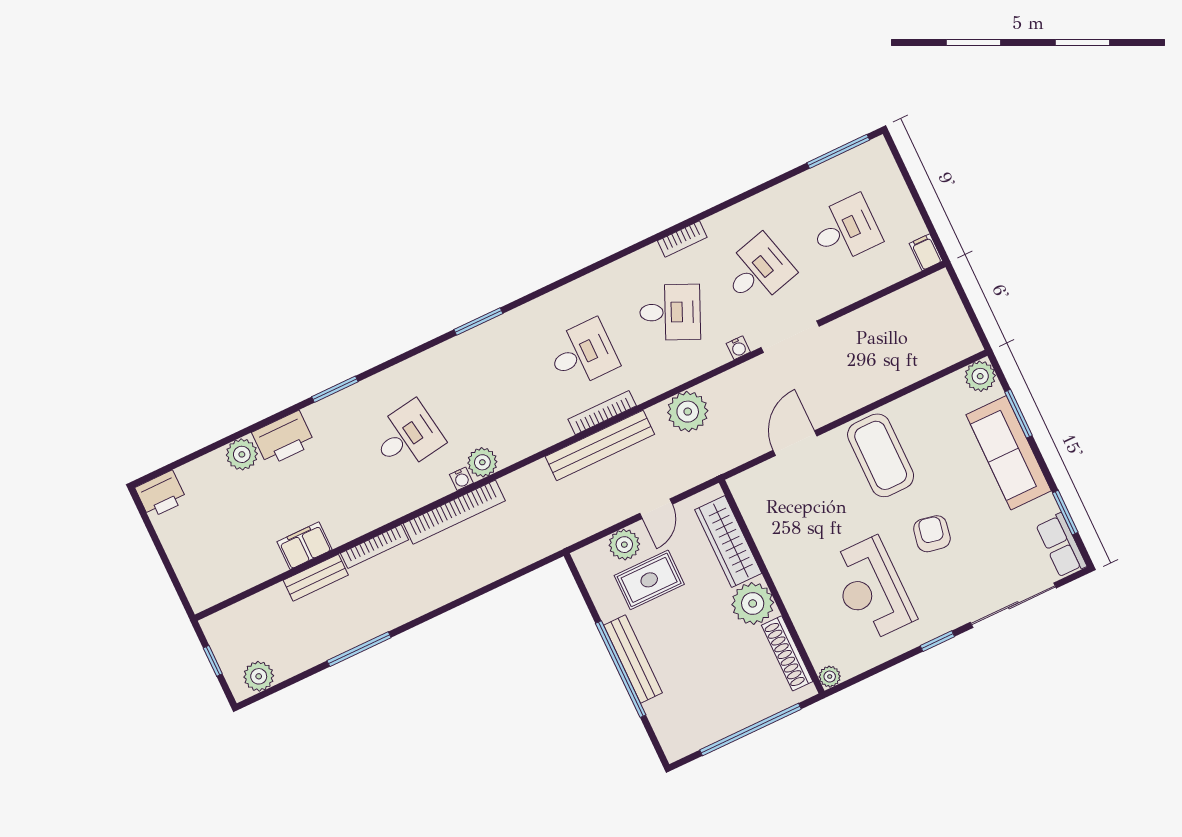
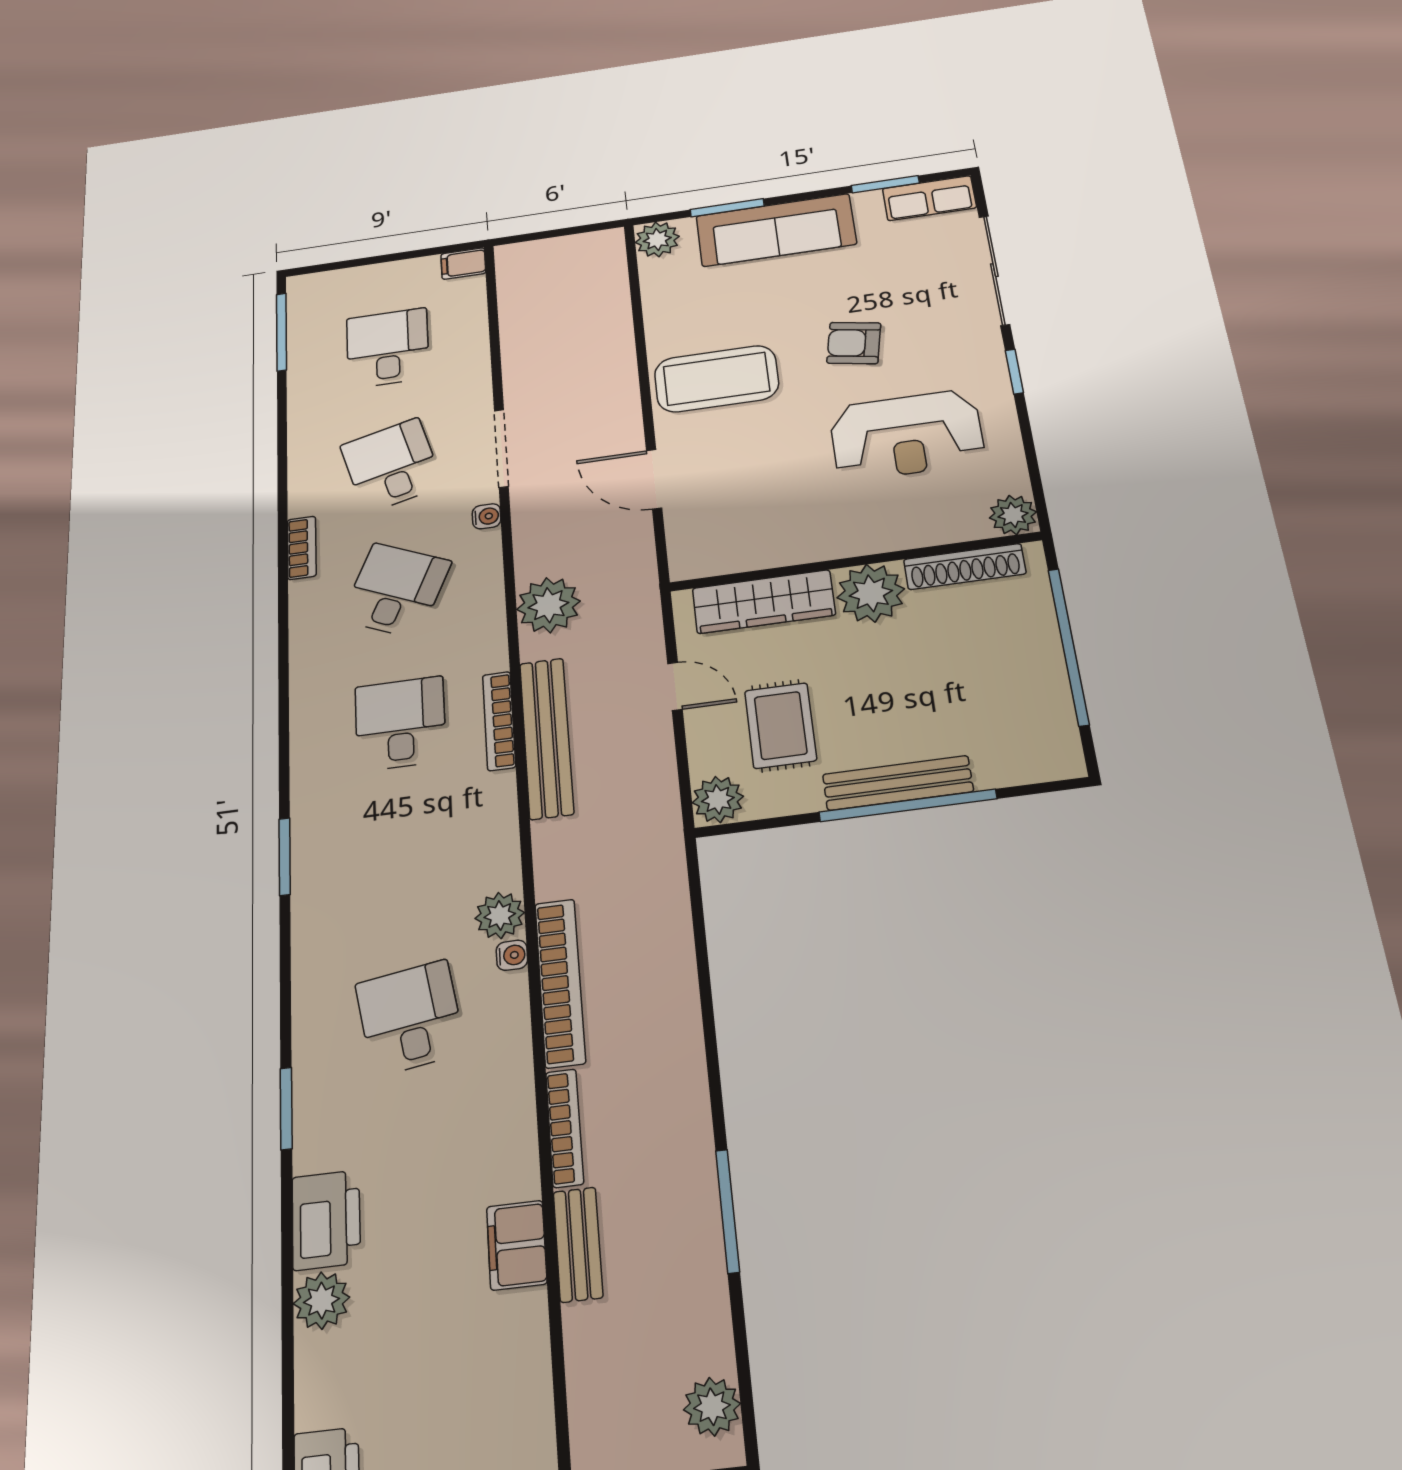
plant: (624, 545) -> (718, 799), moved
plant: (830, 677) -> (1013, 515), width x1.38, depth x1.38

